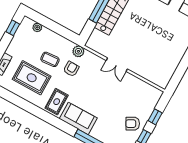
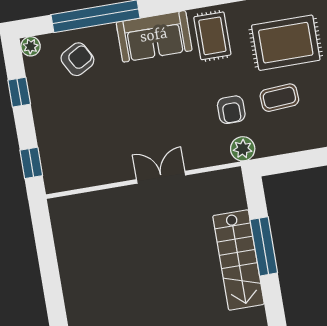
window: (155, 117) -> (31, 163), moved
armchair: (133, 124) -> (77, 59), moved

